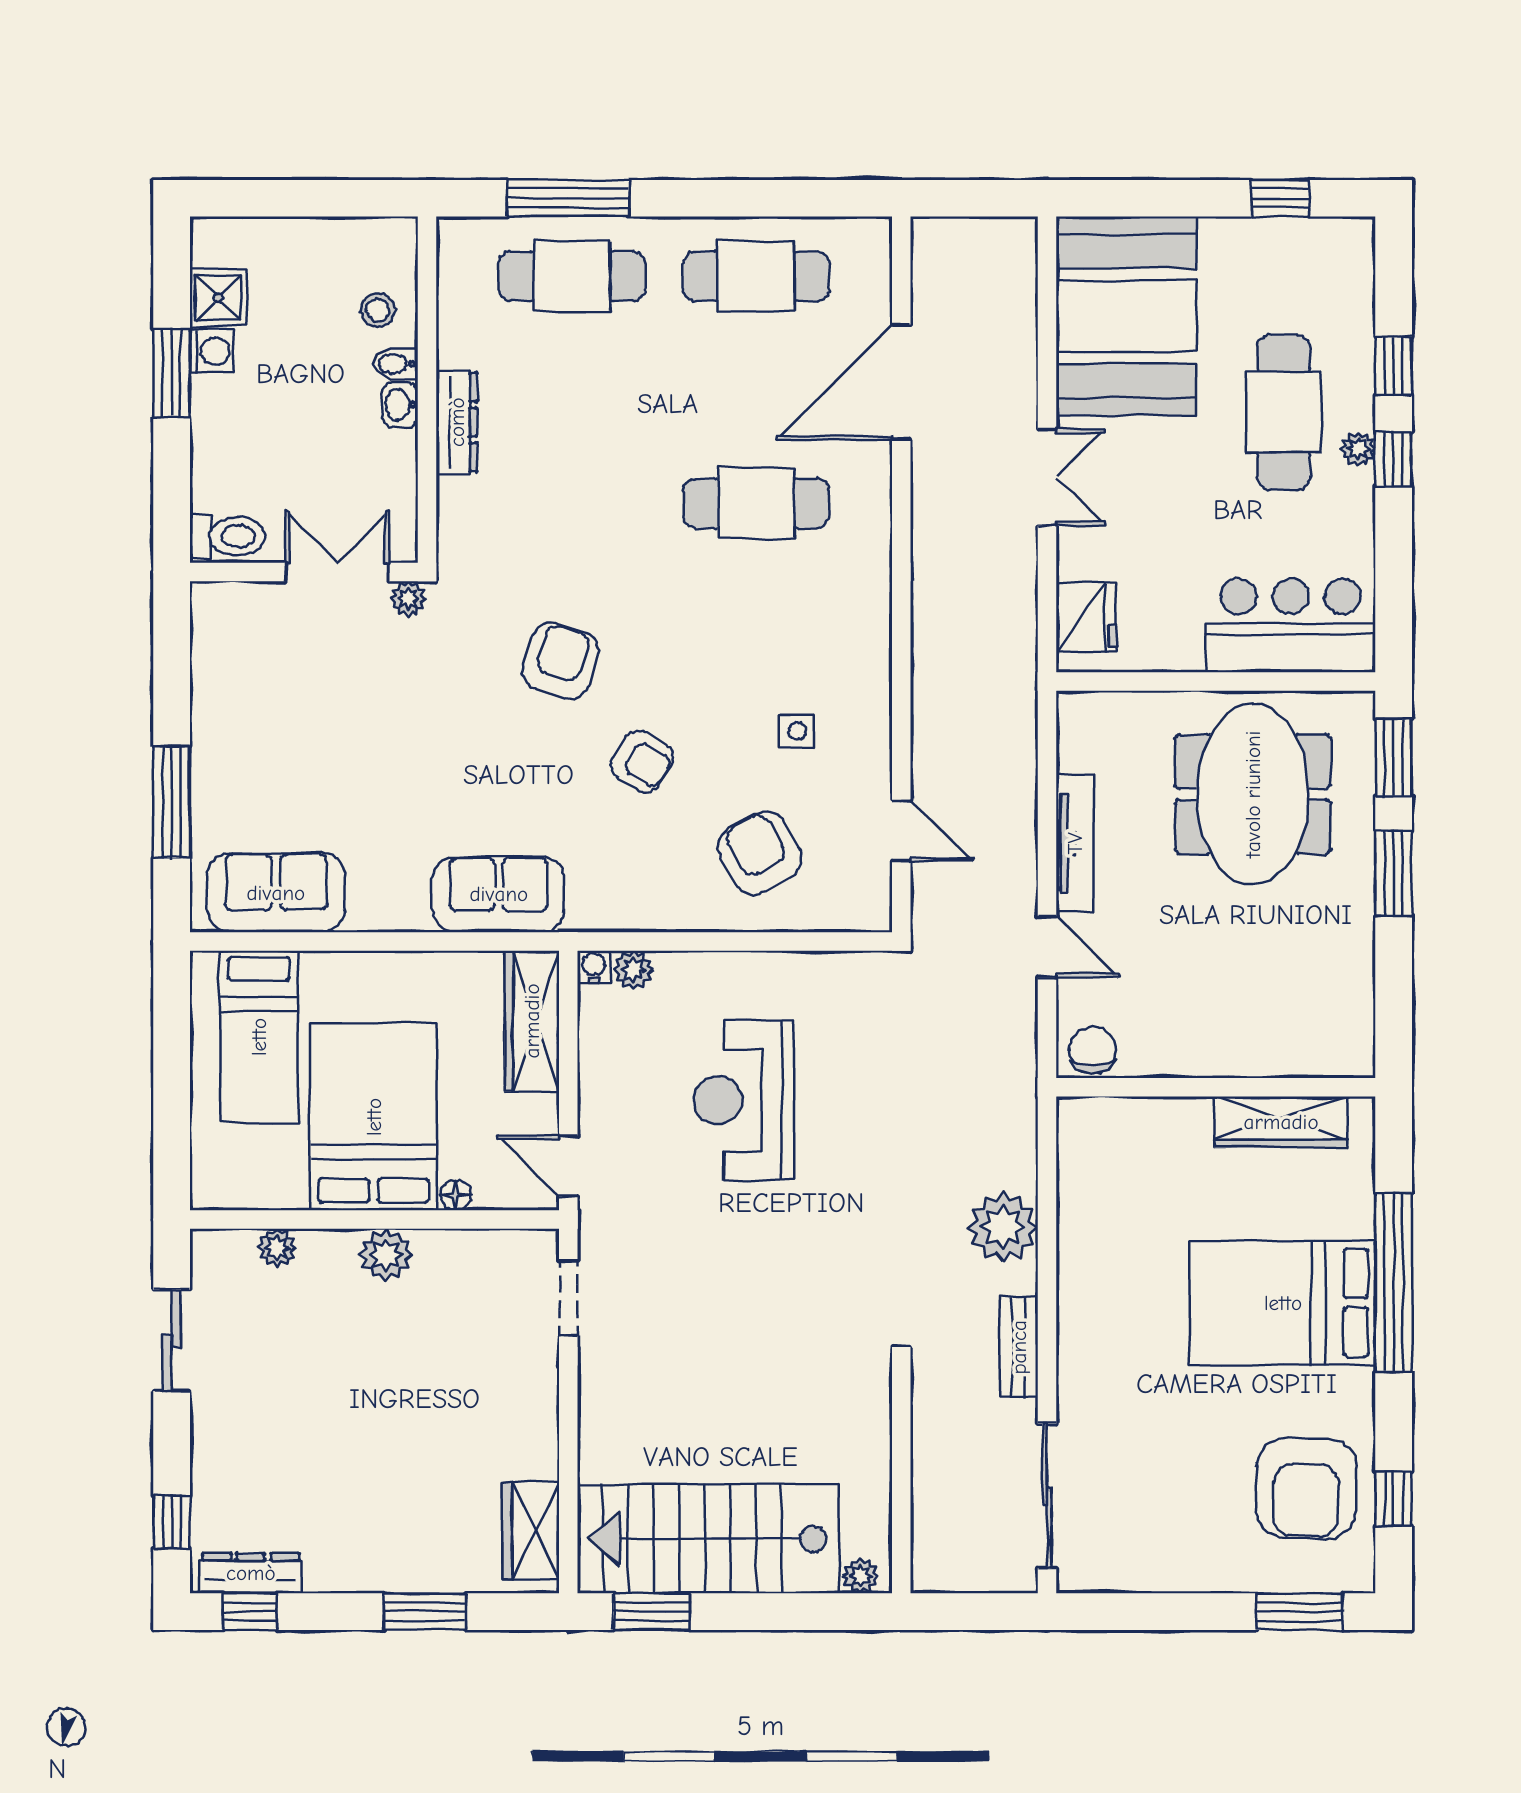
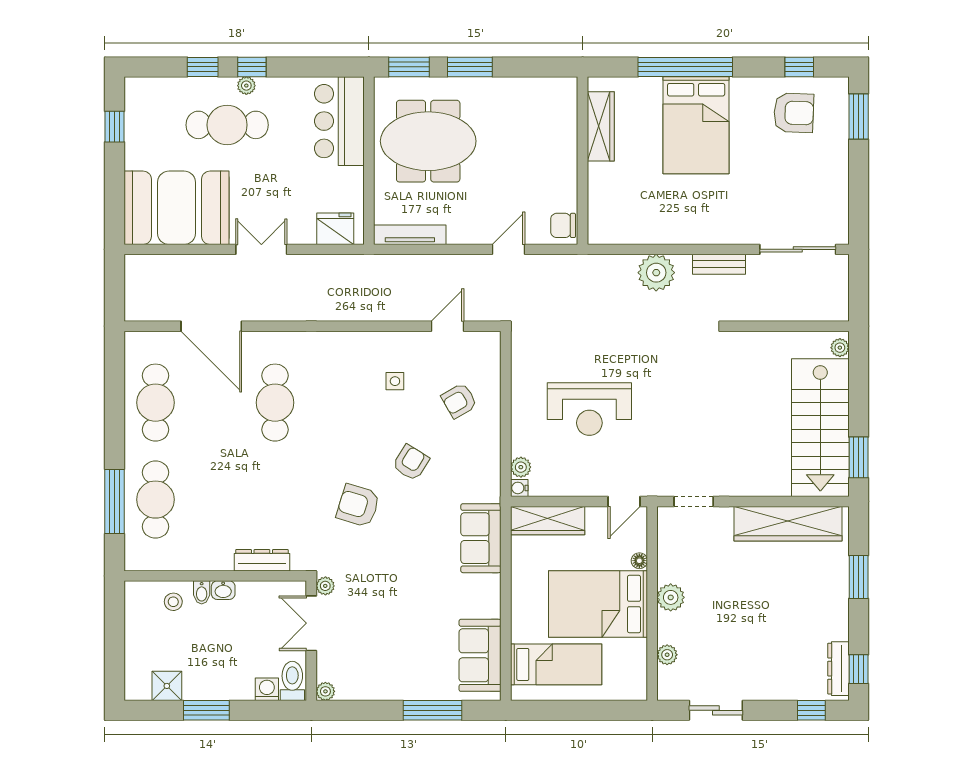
washing machine: (212, 351) -> (267, 689), moved
dresser: (457, 422) -> (262, 560), moved
plant: (208, 599) -> (325, 691), added
tv unit: (1075, 843) -> (410, 235), moved
armchair: (760, 853) -> (459, 401), width x0.72, depth x0.72
armchair: (1306, 1488) -> (794, 113), width x0.73, depth x0.73
wardrobe: (531, 1531) -> (788, 524), width x2.10, depth x1.17

